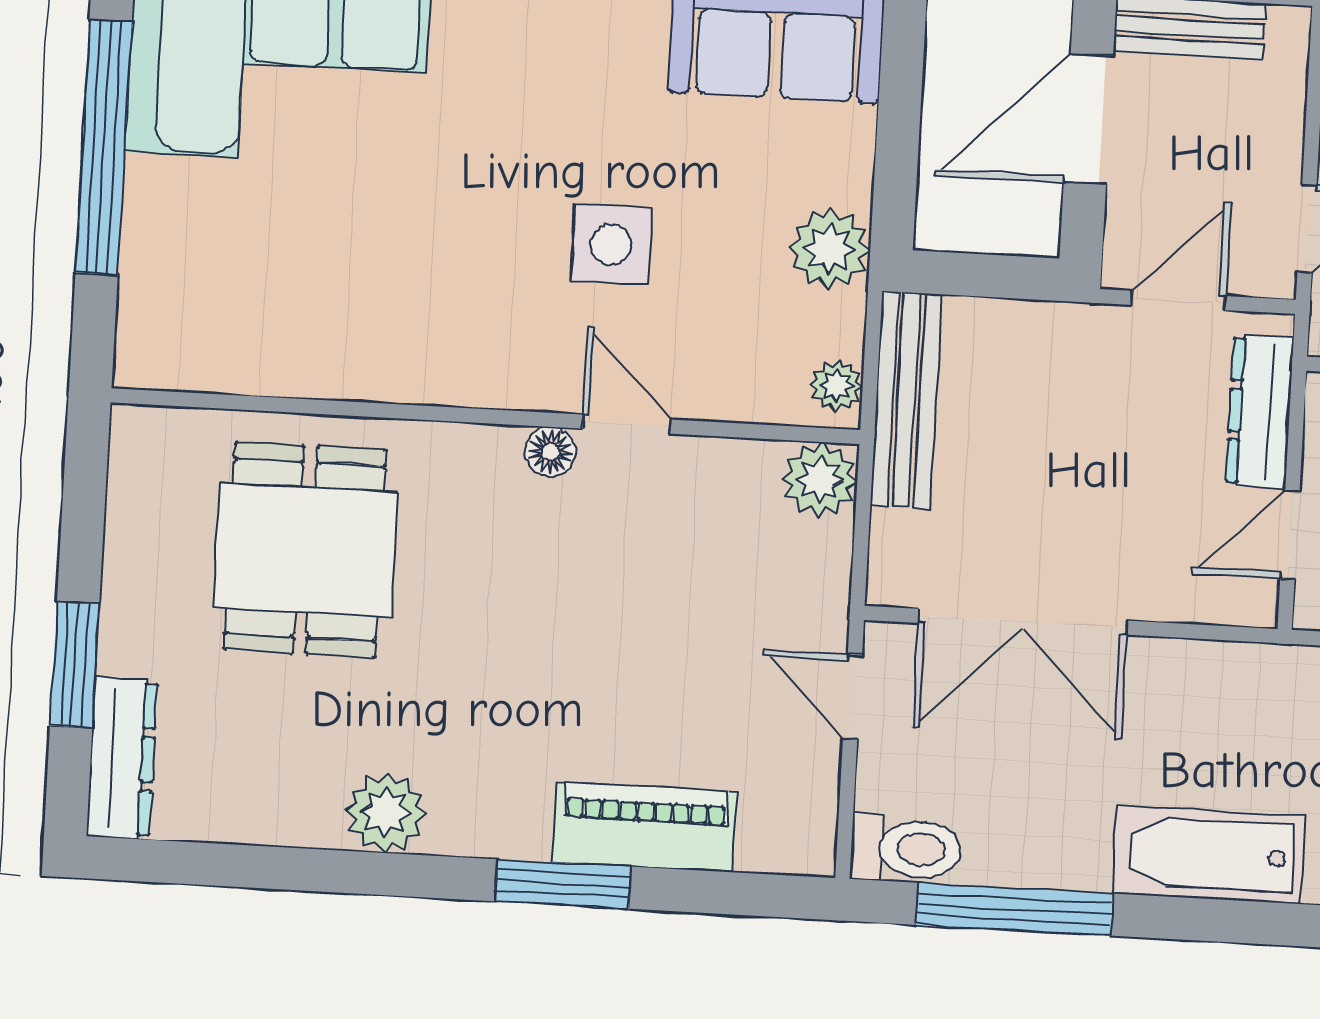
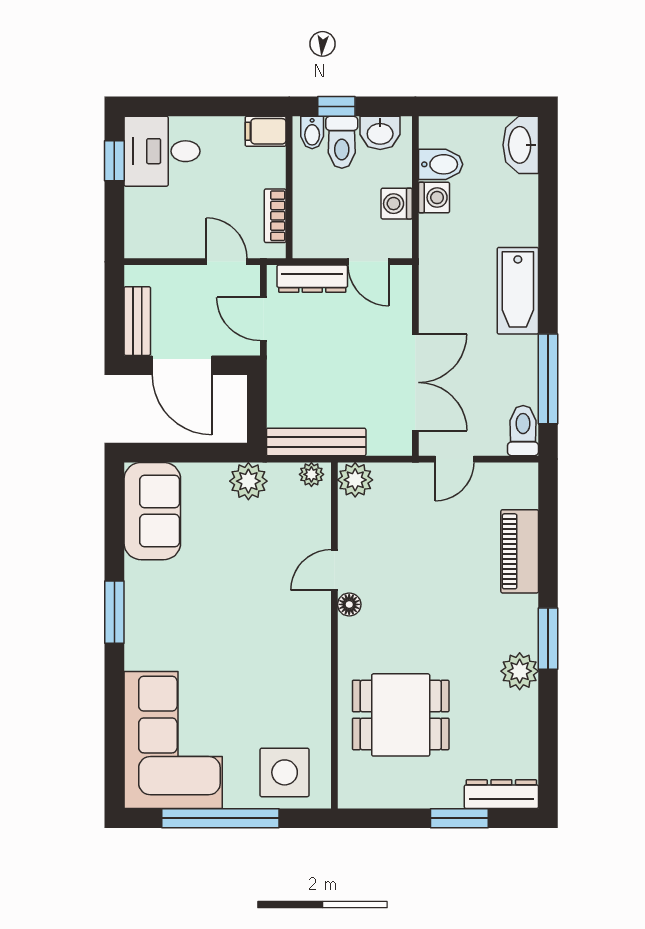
side table: (611, 245) -> (285, 772), moved, width x1.37, depth x1.37
window: (563, 884) -> (548, 639), moved

